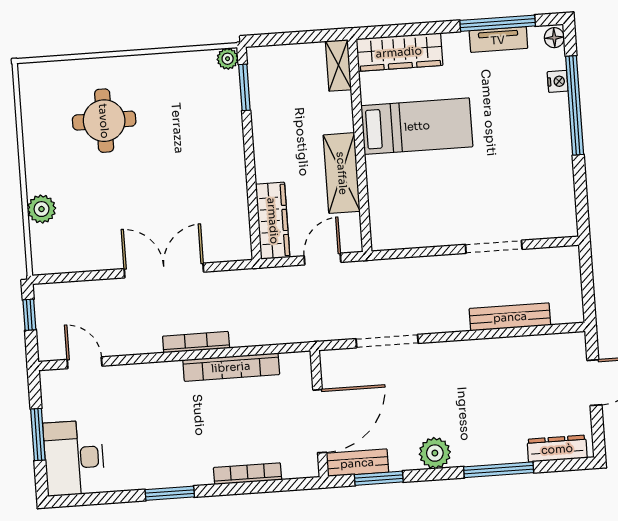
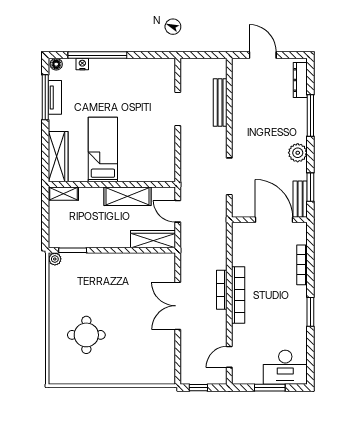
plant: (42, 209) -> (136, 376), removed
bookcase: (231, 367) -> (238, 295), moved

